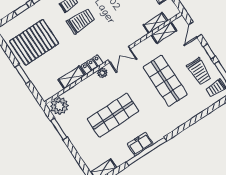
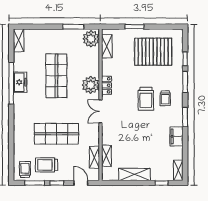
pallet: (34, 42) -> (153, 52), turned 90
plant: (102, 73) -> (91, 85), width x1.87, depth x1.87
shelving: (72, 77) -> (107, 46), moved

